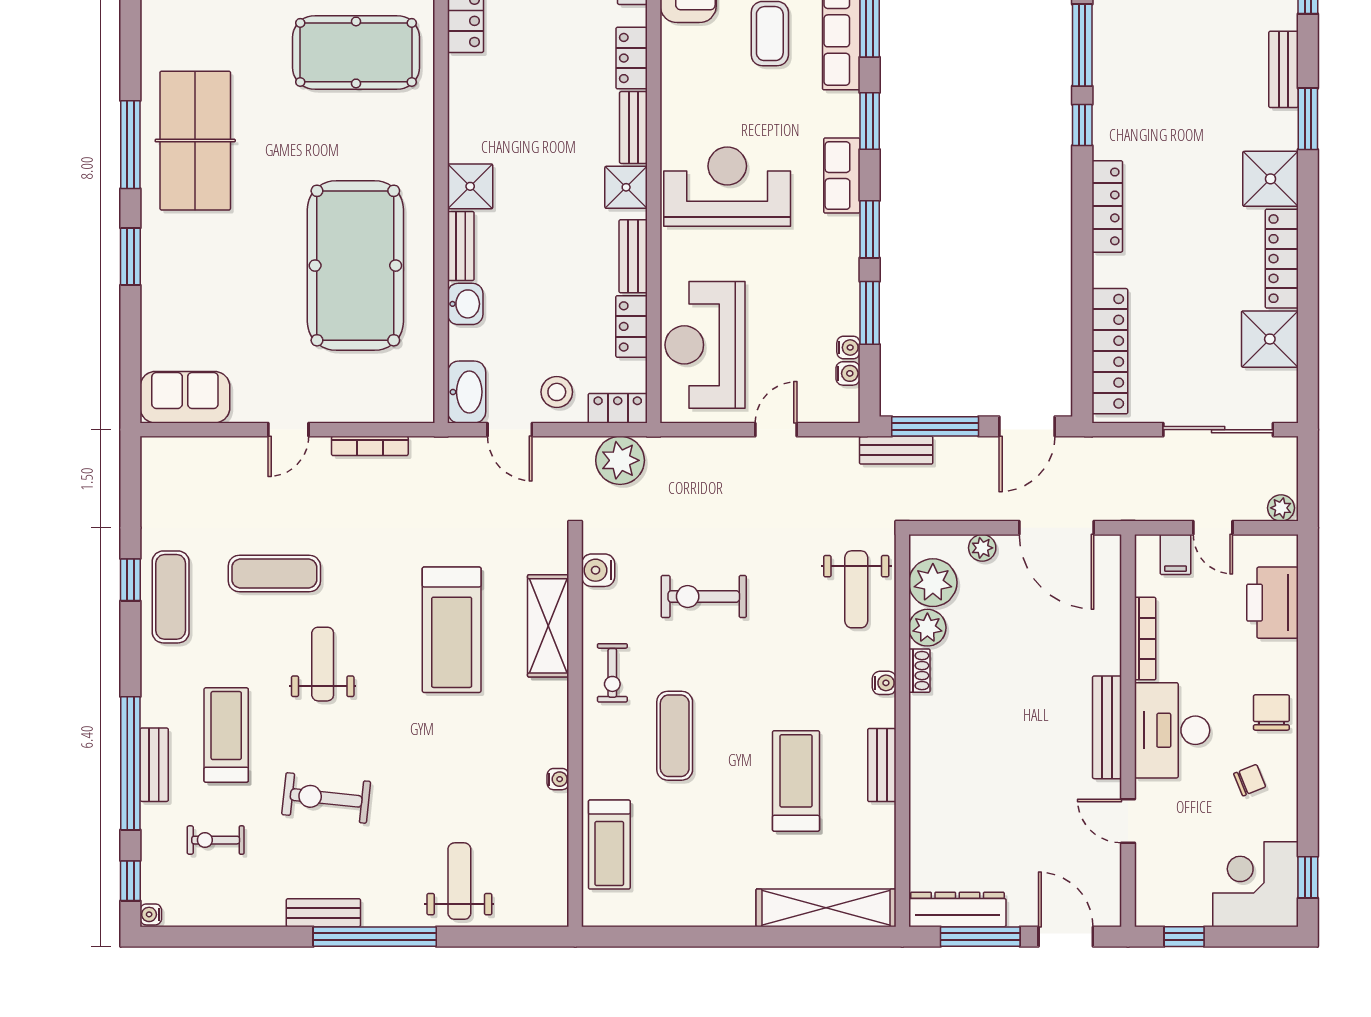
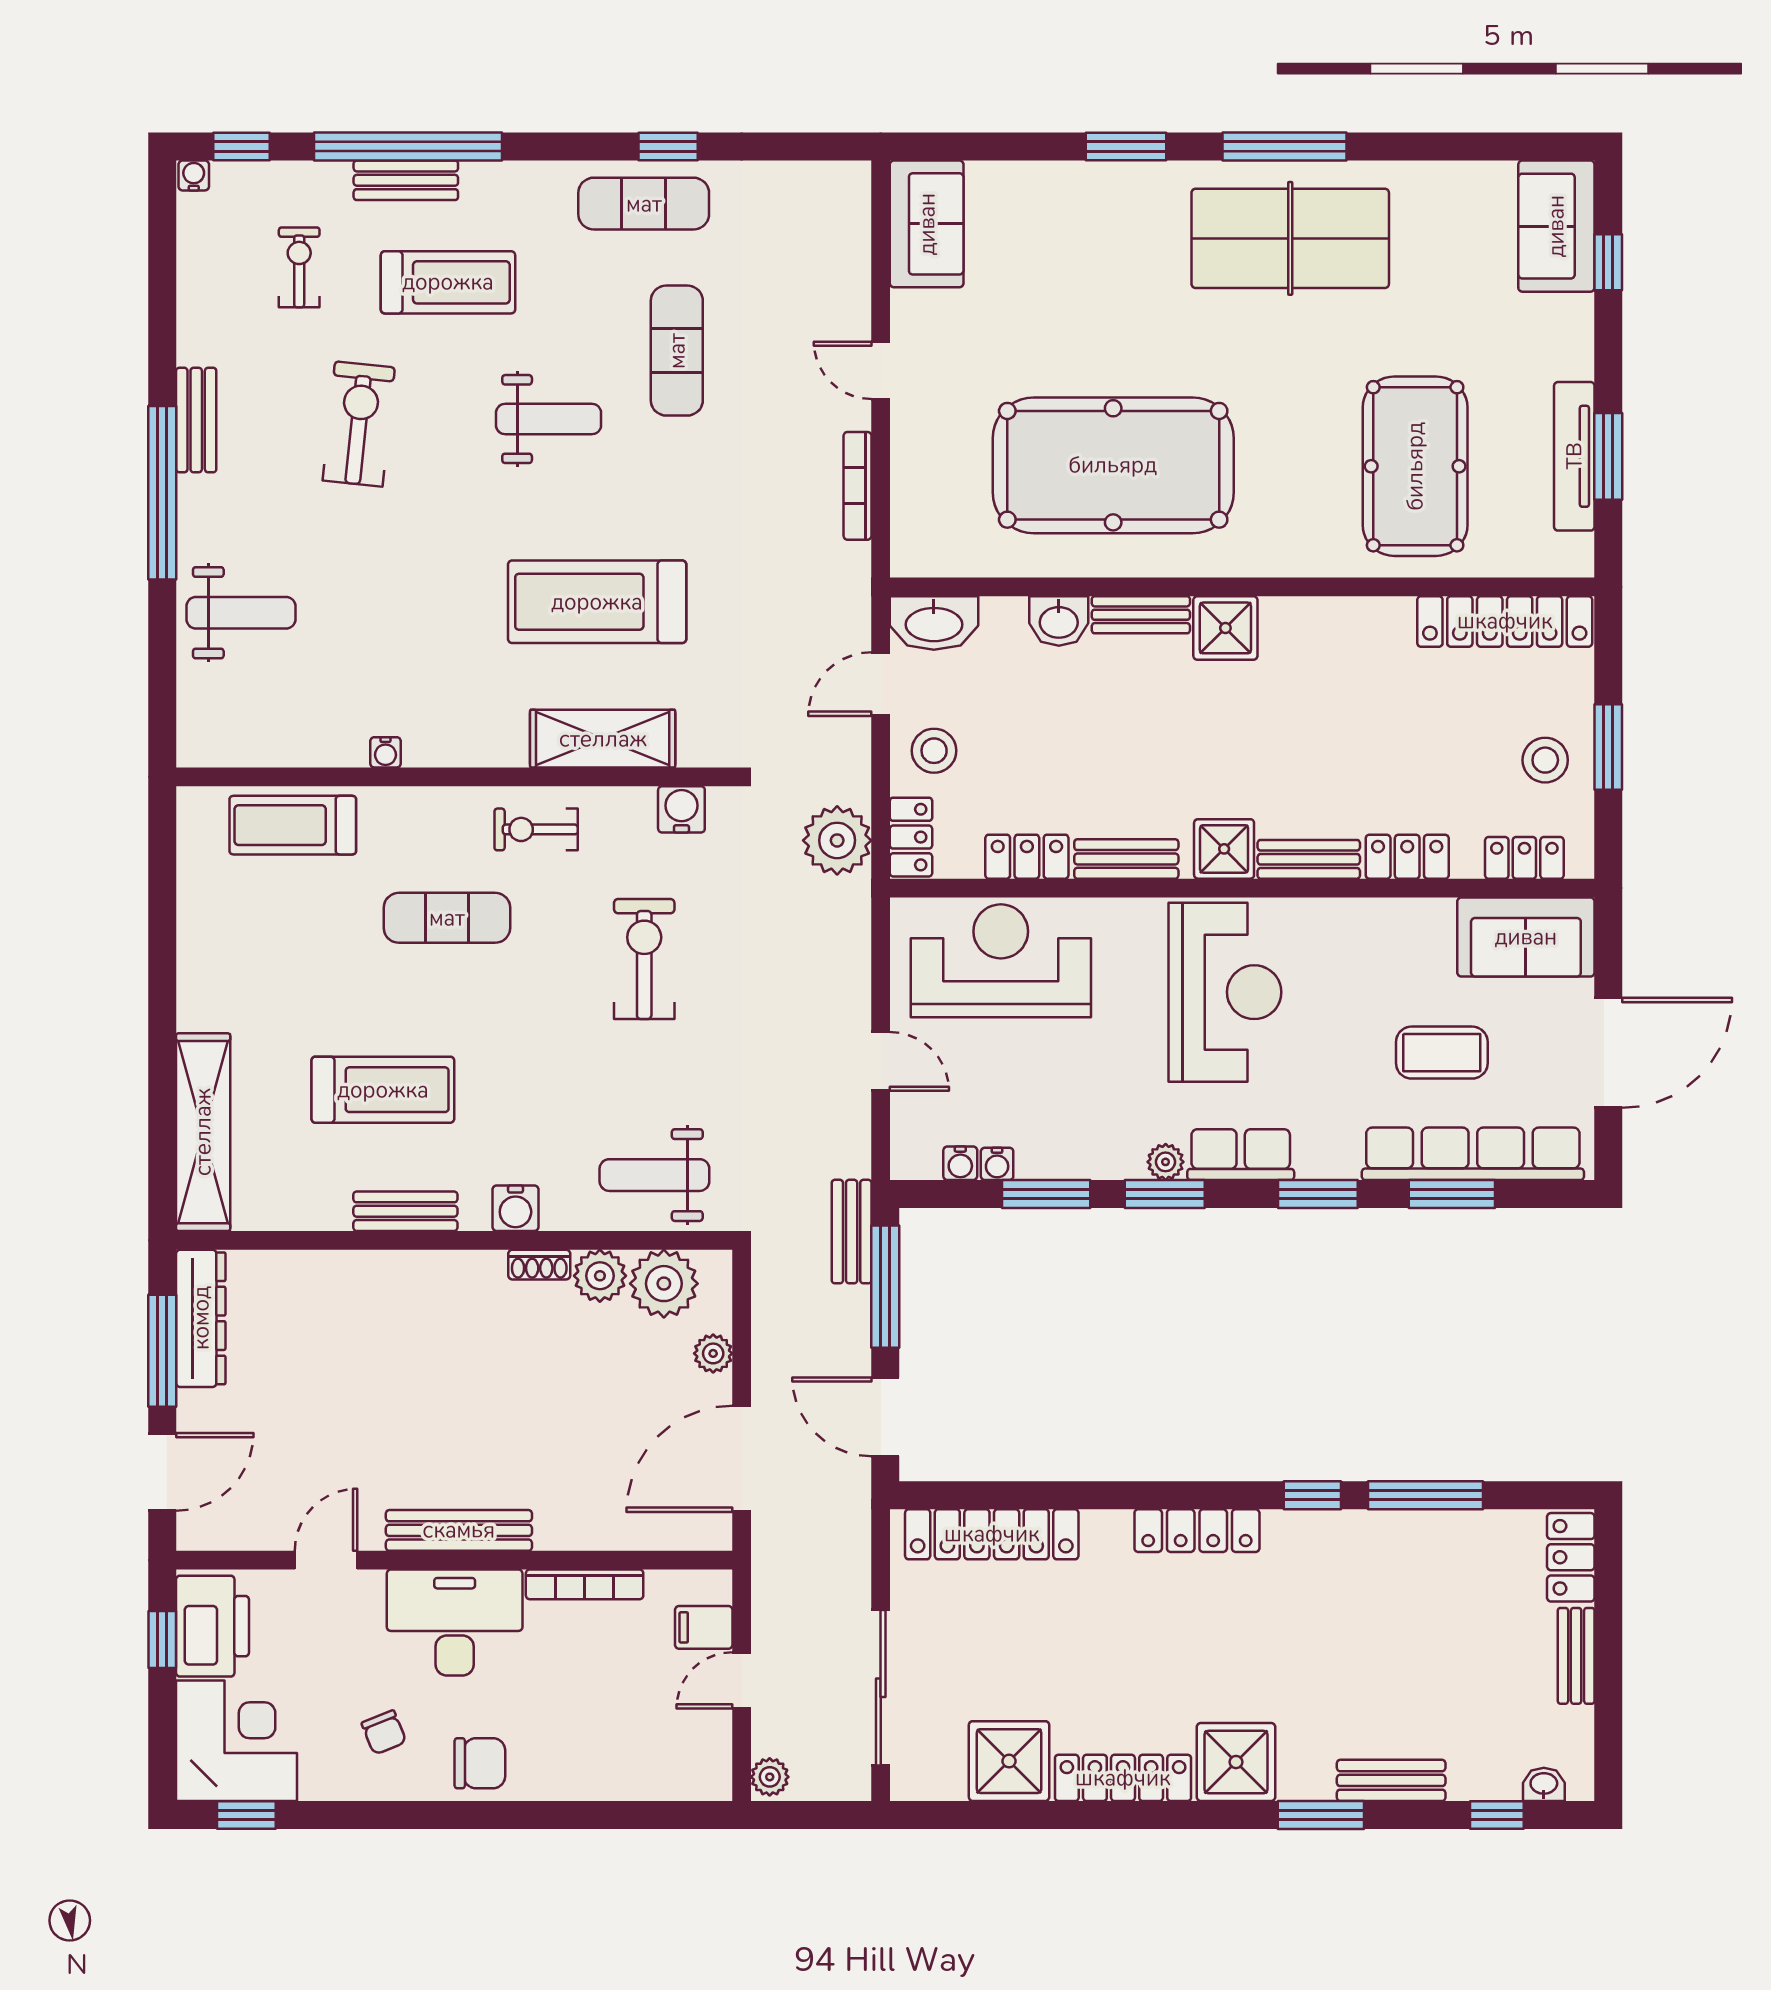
plant: (847, 229) -> (1166, 1162), added
printer: (1272, 603) -> (213, 1626), moved, turned 90
water cooler: (884, 683) -> (515, 1208), width x1.38, depth x1.38

